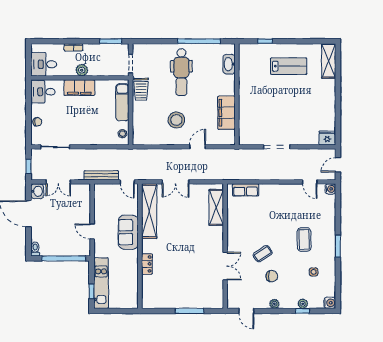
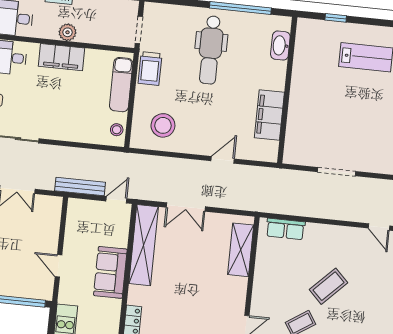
stool: (176, 120) -> (163, 125), moved
door: (127, 182) -> (116, 200), swing flipped
coffee table: (304, 239) -> (328, 286), moved, turned 46

